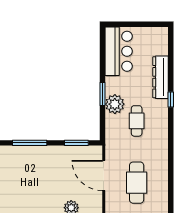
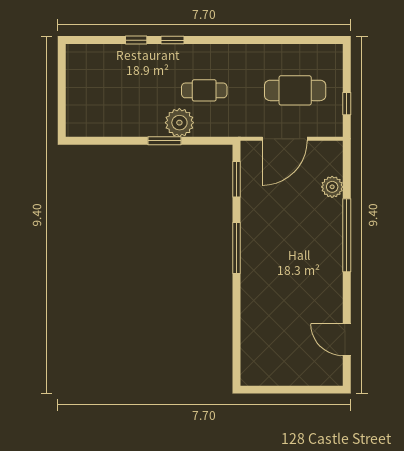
bar counter: (119, 51) -> (101, 117), removed
window: (171, 75) -> (136, 40), added
dresser: (161, 77) -> (140, 55), removed

